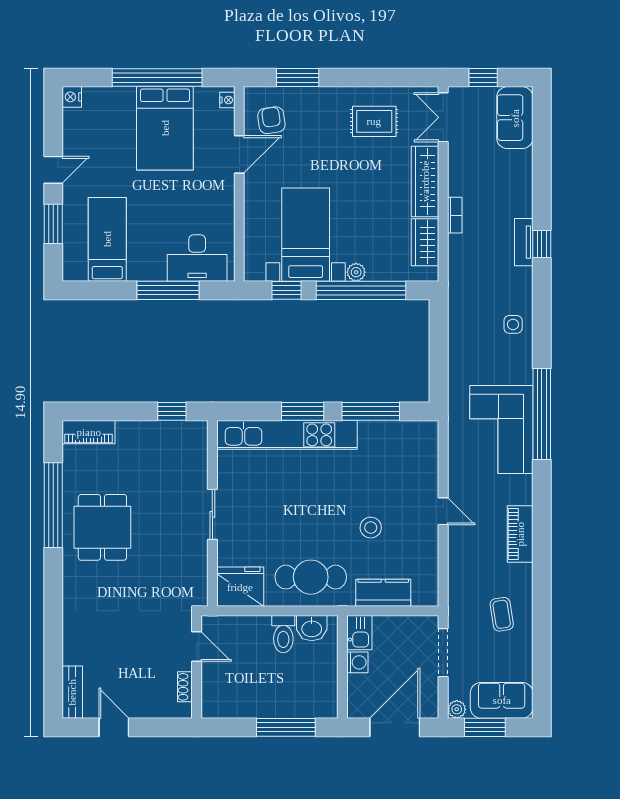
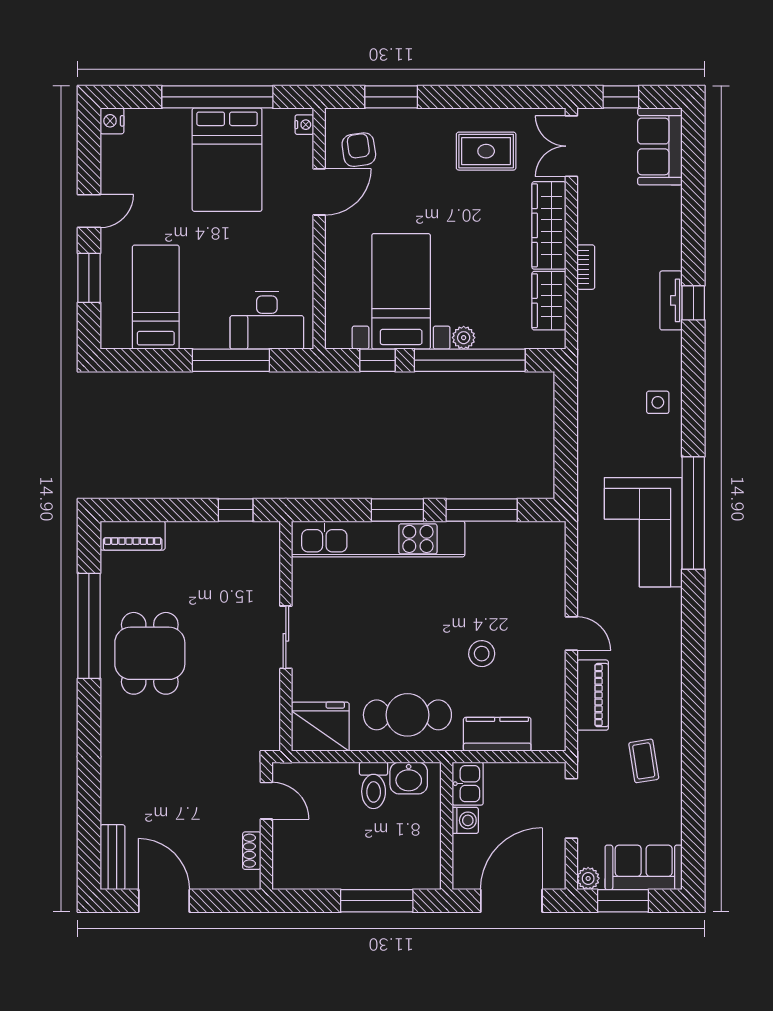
piano: (520, 534) -> (593, 695), moved, turned 180
door: (114, 727) -> (164, 901), width x1.38

